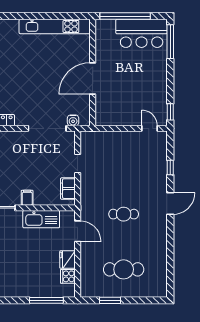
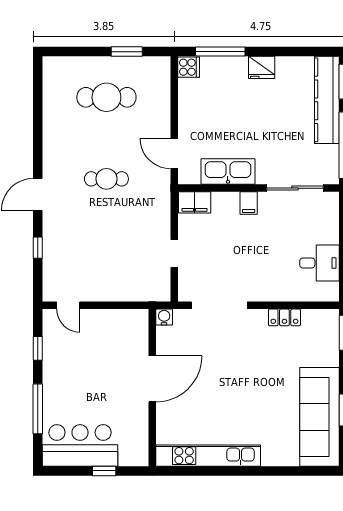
window: (125, 16) -> (104, 471), width x0.32
window: (170, 42) -> (38, 409), moved
window: (170, 112) -> (38, 348), moved
water cooler: (73, 120) -> (164, 317), moved
filing cabinet: (68, 189) -> (195, 202), moved, turned 90
fridge: (68, 260) -> (262, 67), moved, turned 90
cooker: (68, 276) -> (189, 67), moved

